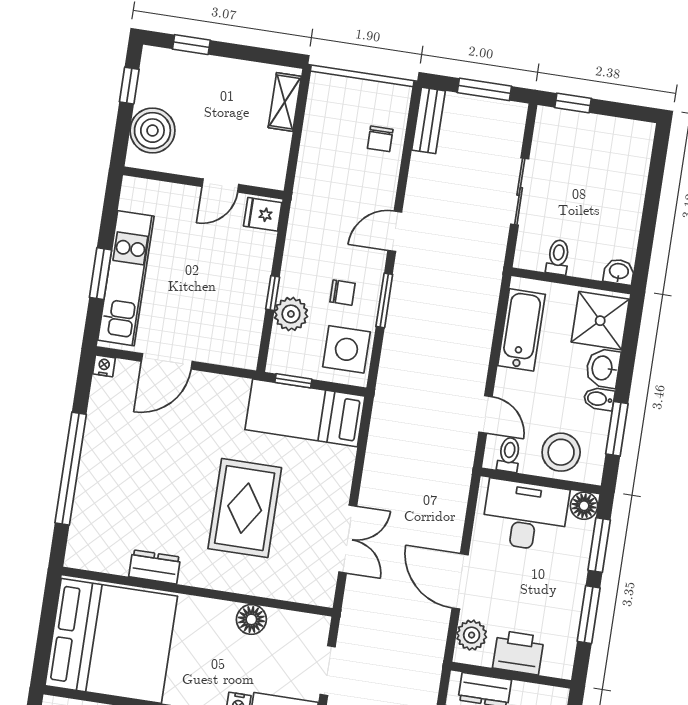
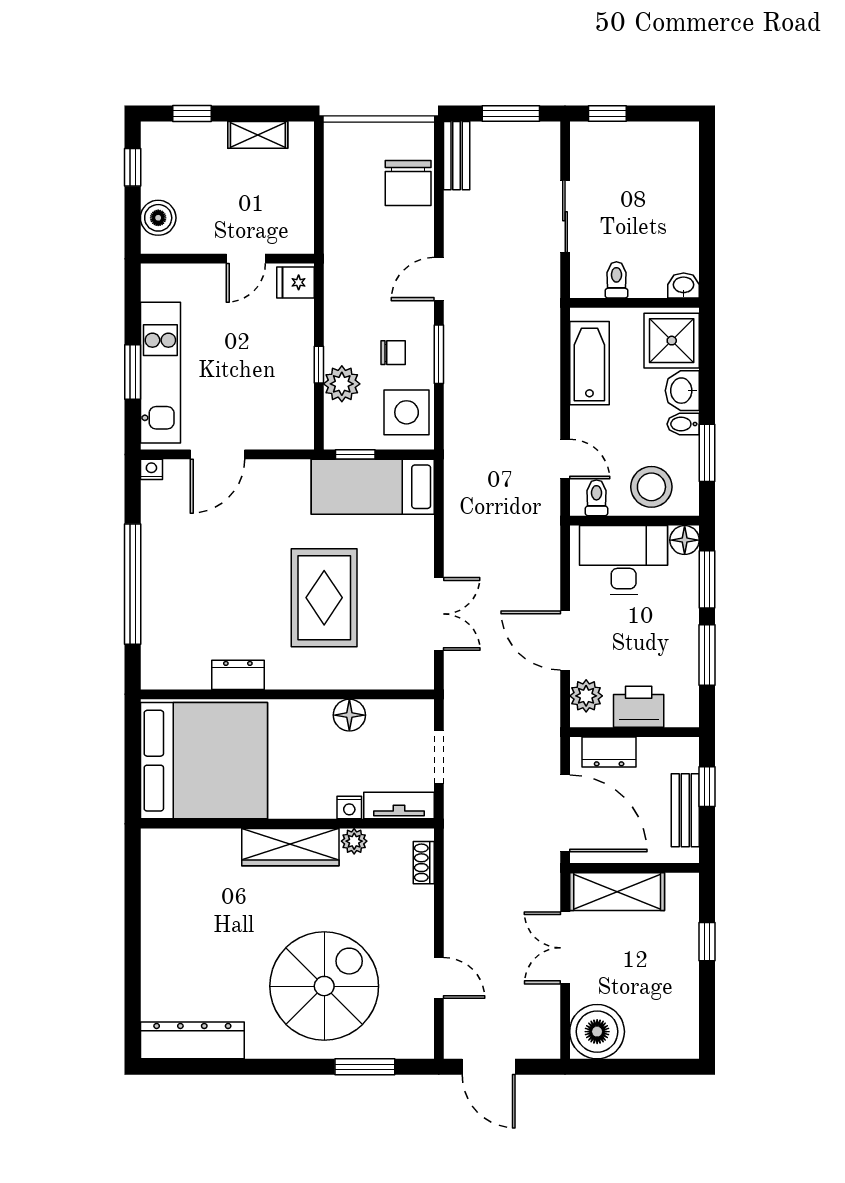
shelving: (285, 102) -> (258, 135), moved, turned 90
boiler: (152, 131) -> (158, 218), width x0.73, depth x0.73
chair: (380, 139) -> (408, 183), width x1.87, depth x1.87

